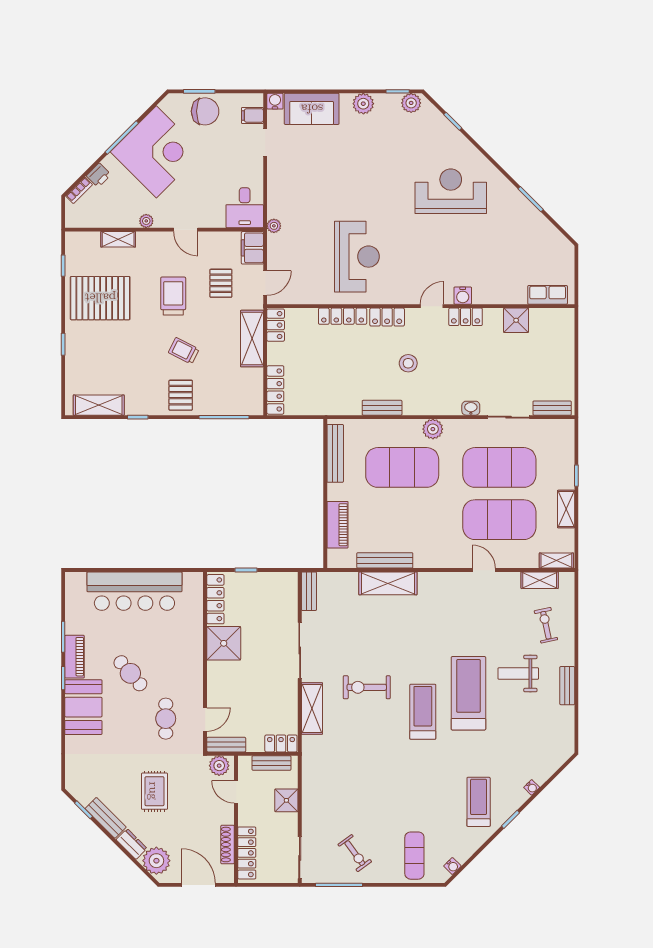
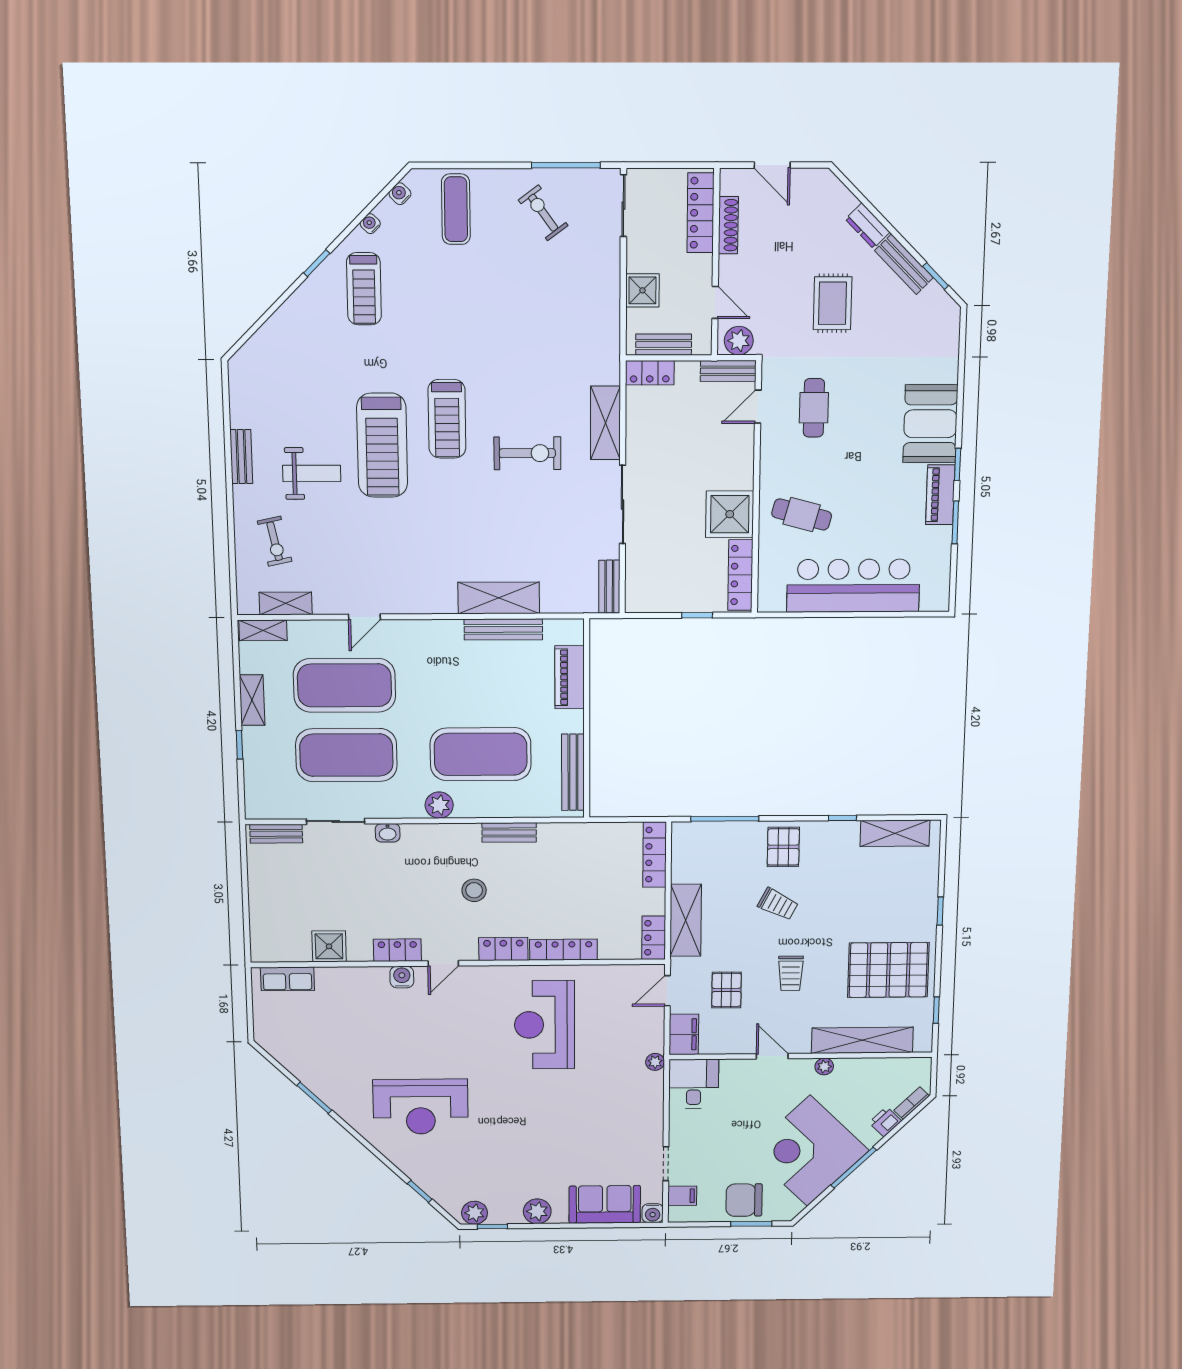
shelving: (118, 239) -> (862, 1040), width x2.20, depth x1.33
trolley: (173, 296) -> (791, 973), width x0.73, depth x0.72
door: (484, 570) -> (364, 617), hinge flipped
cafe table: (130, 673) -> (802, 514), moved, turned -34
water cooler: (532, 787) -> (370, 224), moved
plant: (156, 861) -> (832, 201), removed
door: (198, 885) -> (772, 165), width x0.73

